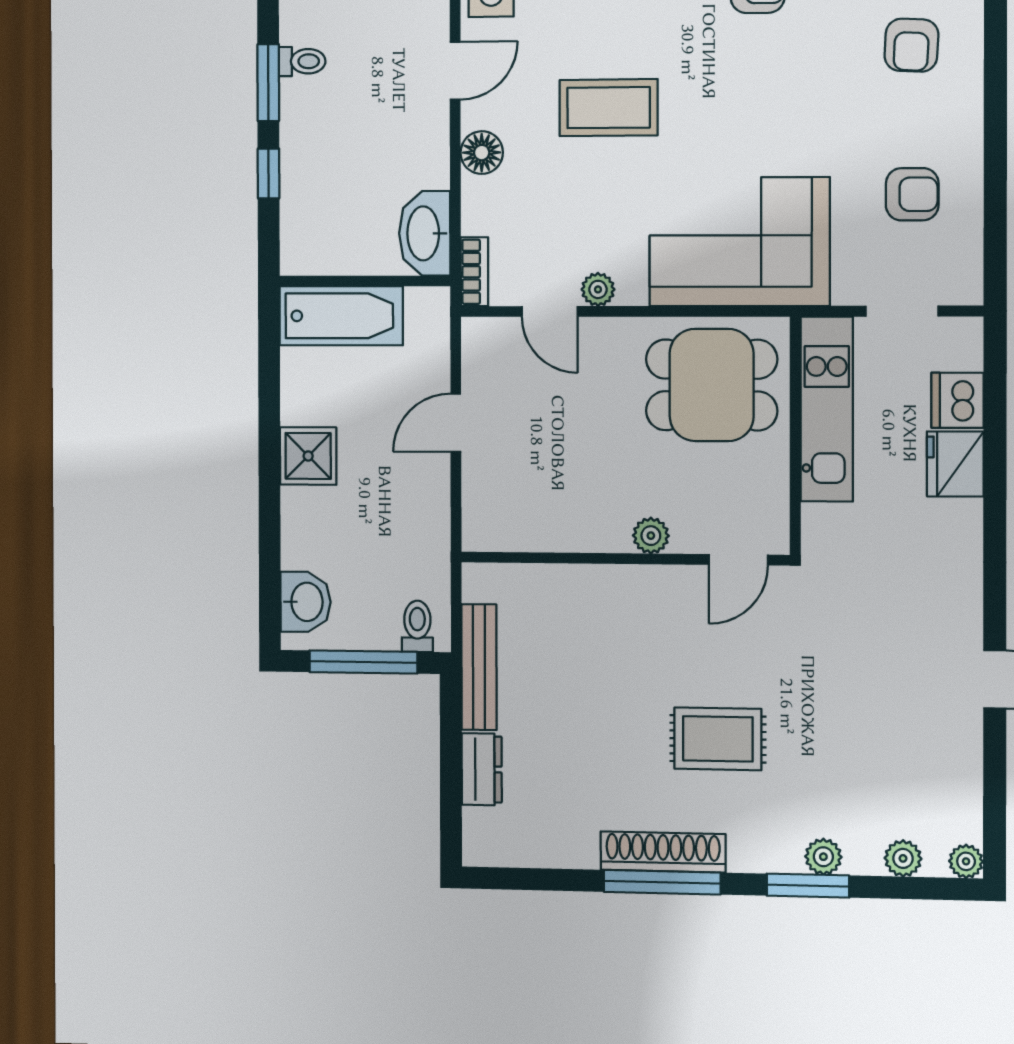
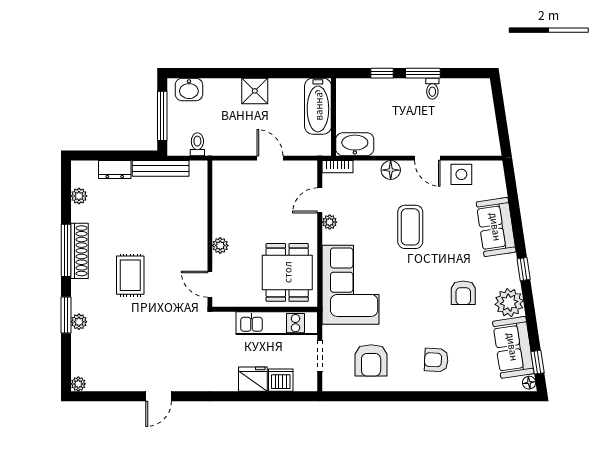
armchair: (912, 194) -> (371, 360), width x1.38, depth x1.38
toilet: (417, 626) -> (197, 144), moved, turned -90
plant: (903, 858) -> (79, 196), moved

